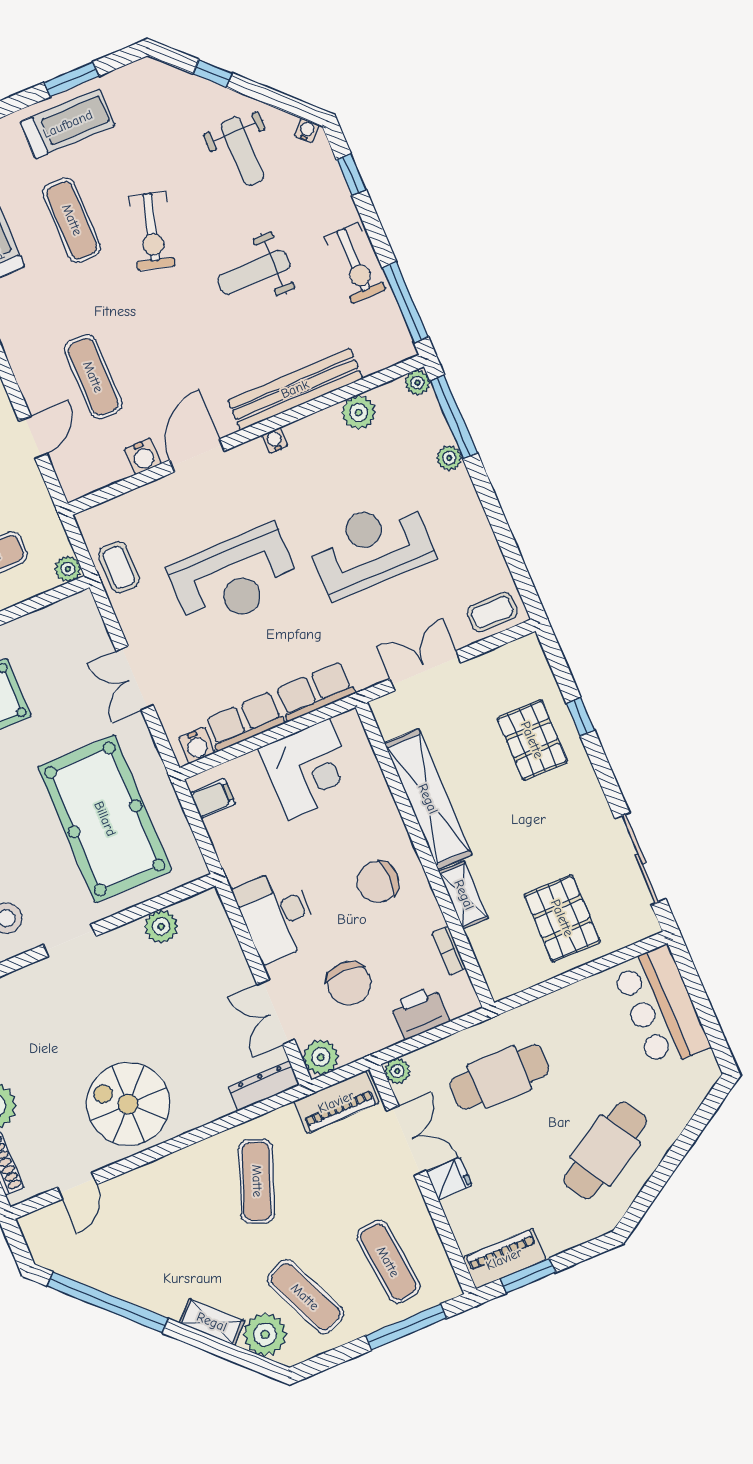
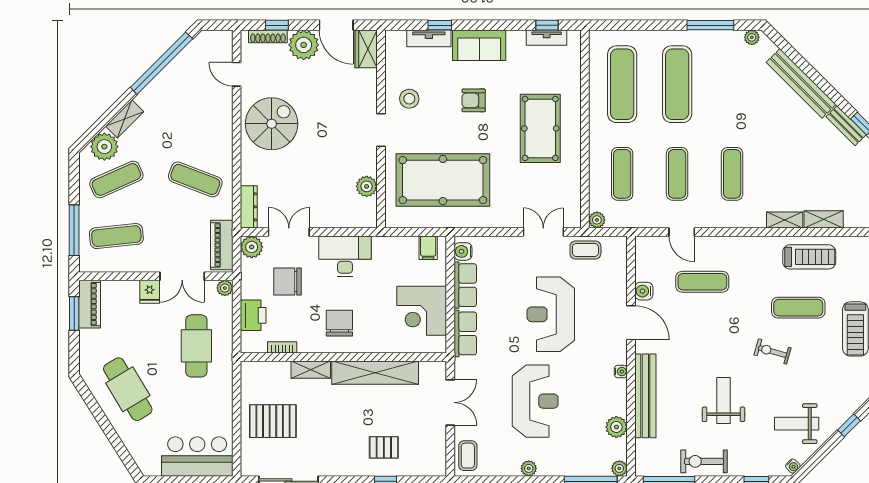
exercise bike: (152, 231) -> (772, 351), width x0.73, depth x0.72
plant: (449, 458) -> (529, 468), moved
double door: (135, 678) -> (543, 232), moved
pallet: (532, 740) -> (384, 447), width x0.67, depth x0.71

